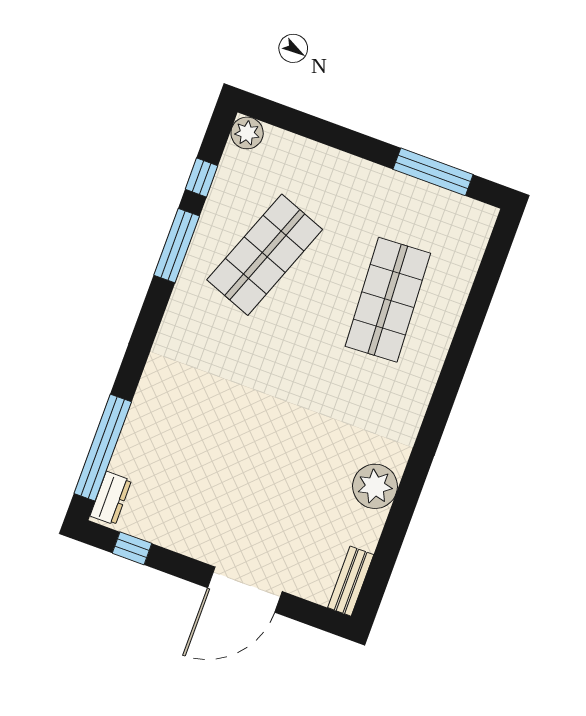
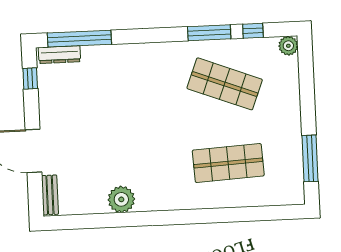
dresser: (111, 498) -> (59, 55), width x1.44
bench: (351, 581) -> (50, 195), moved, turned 90

